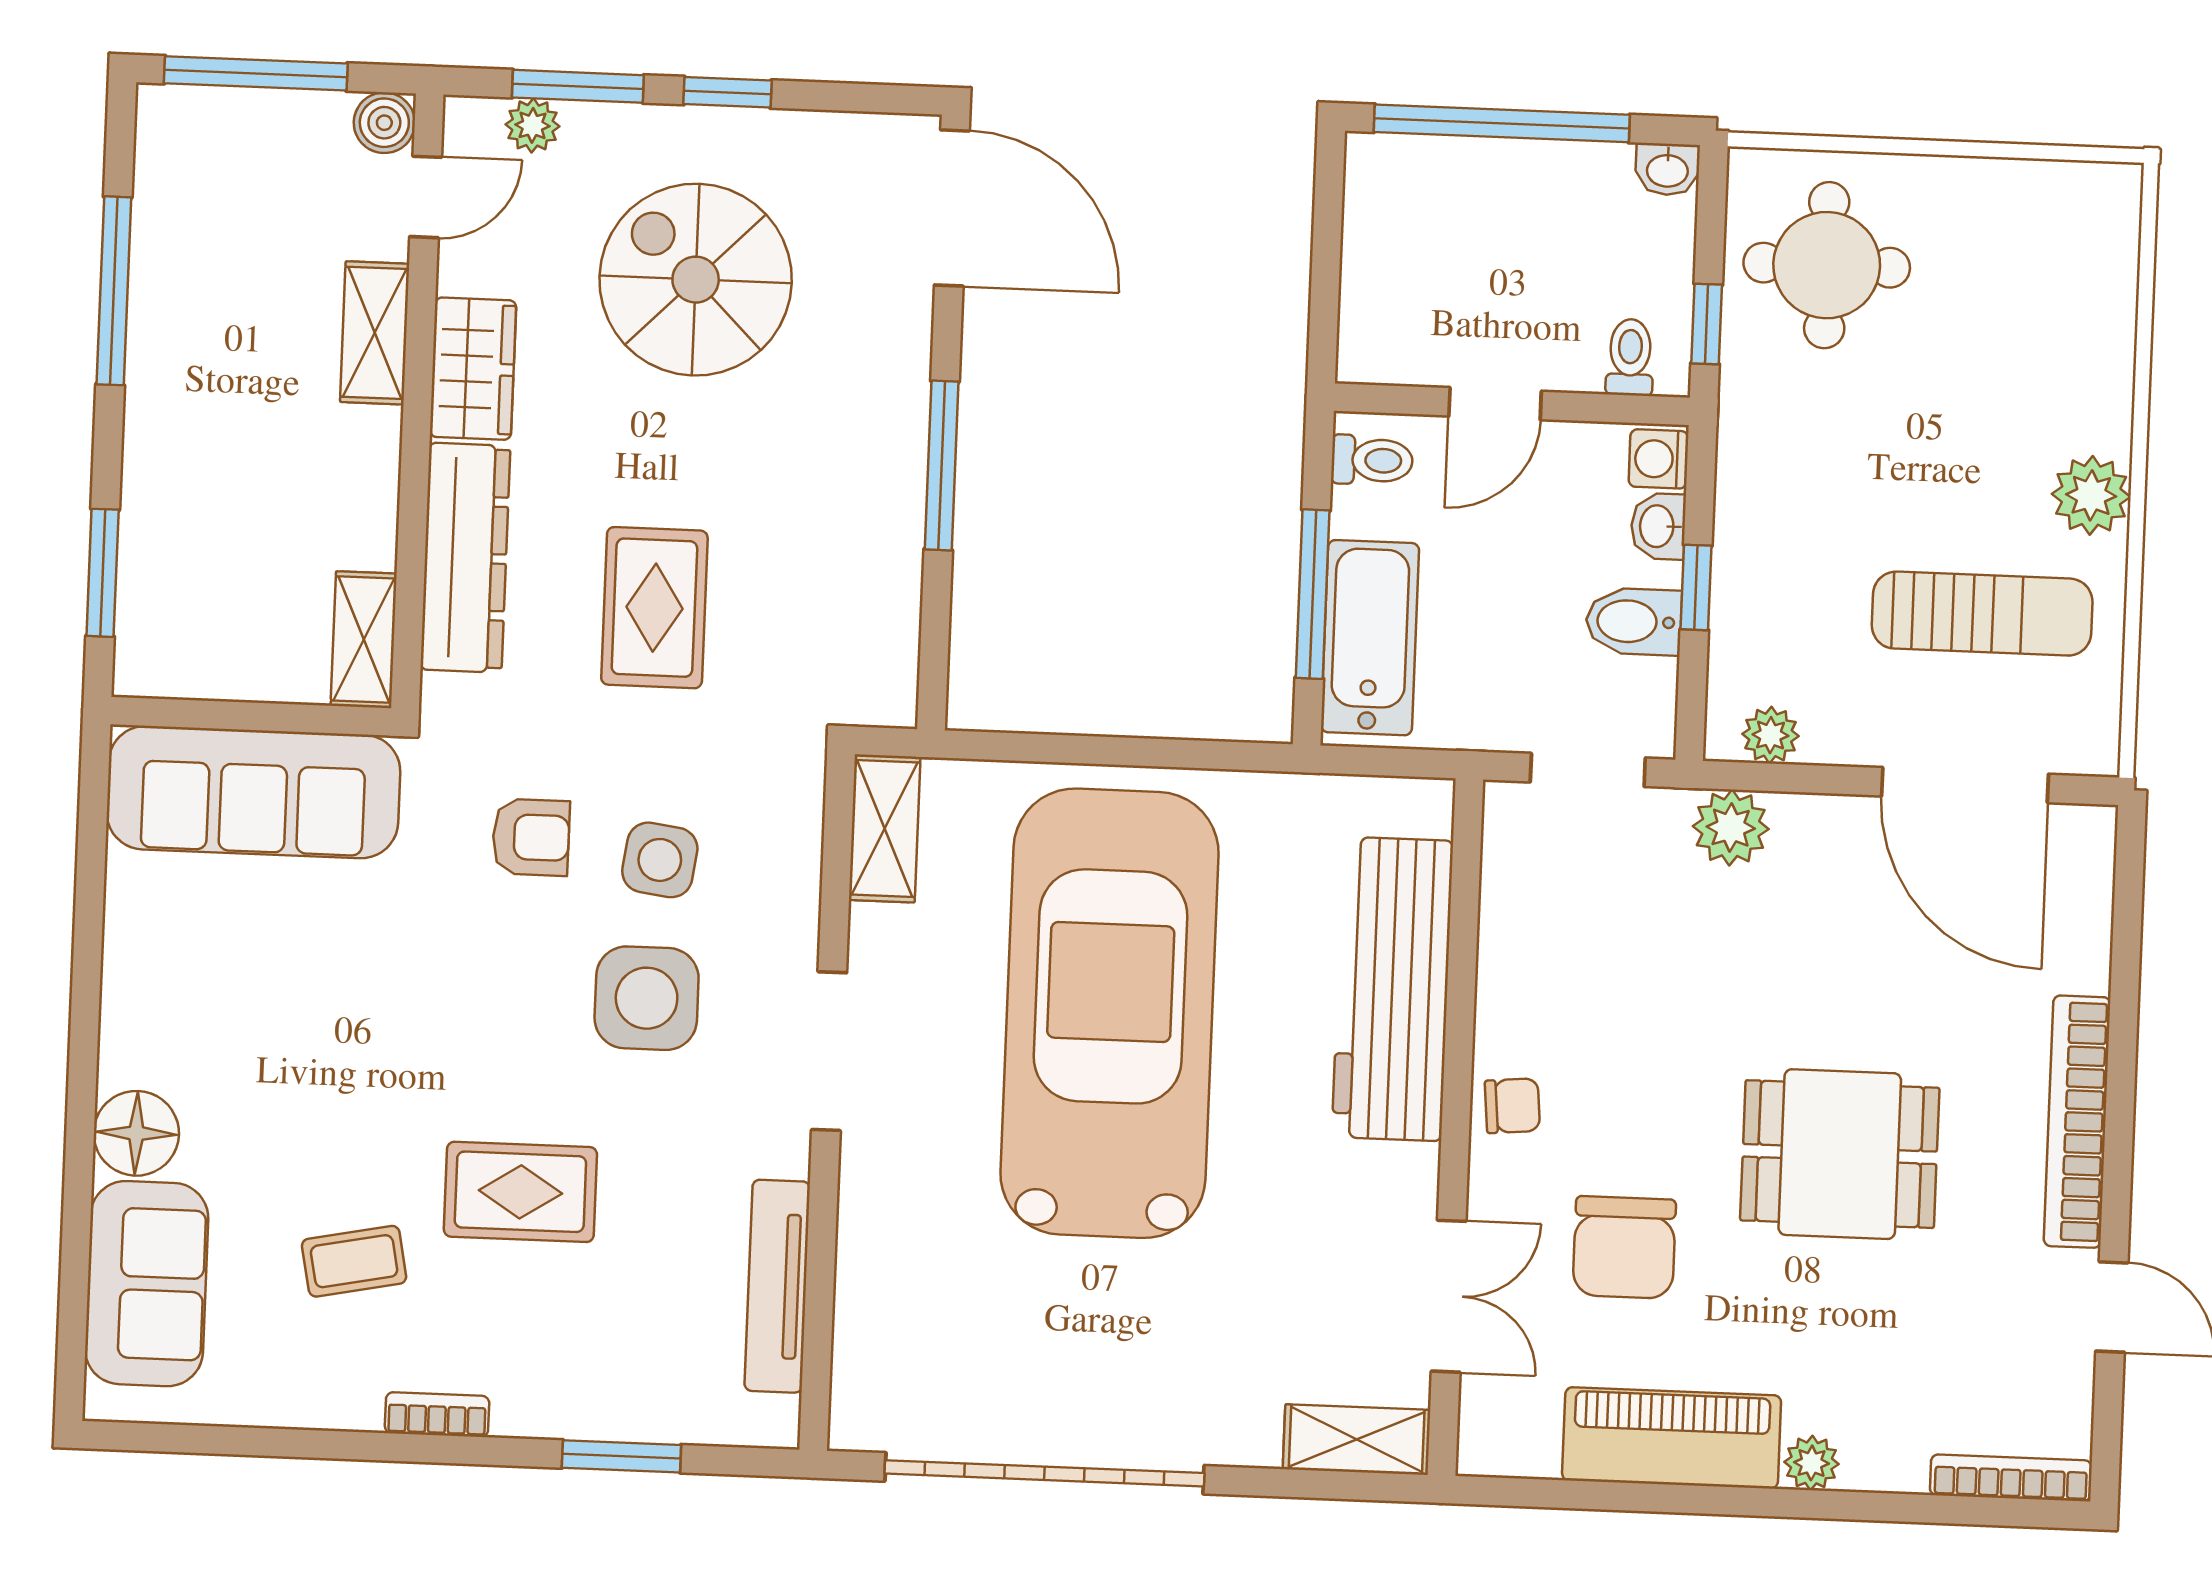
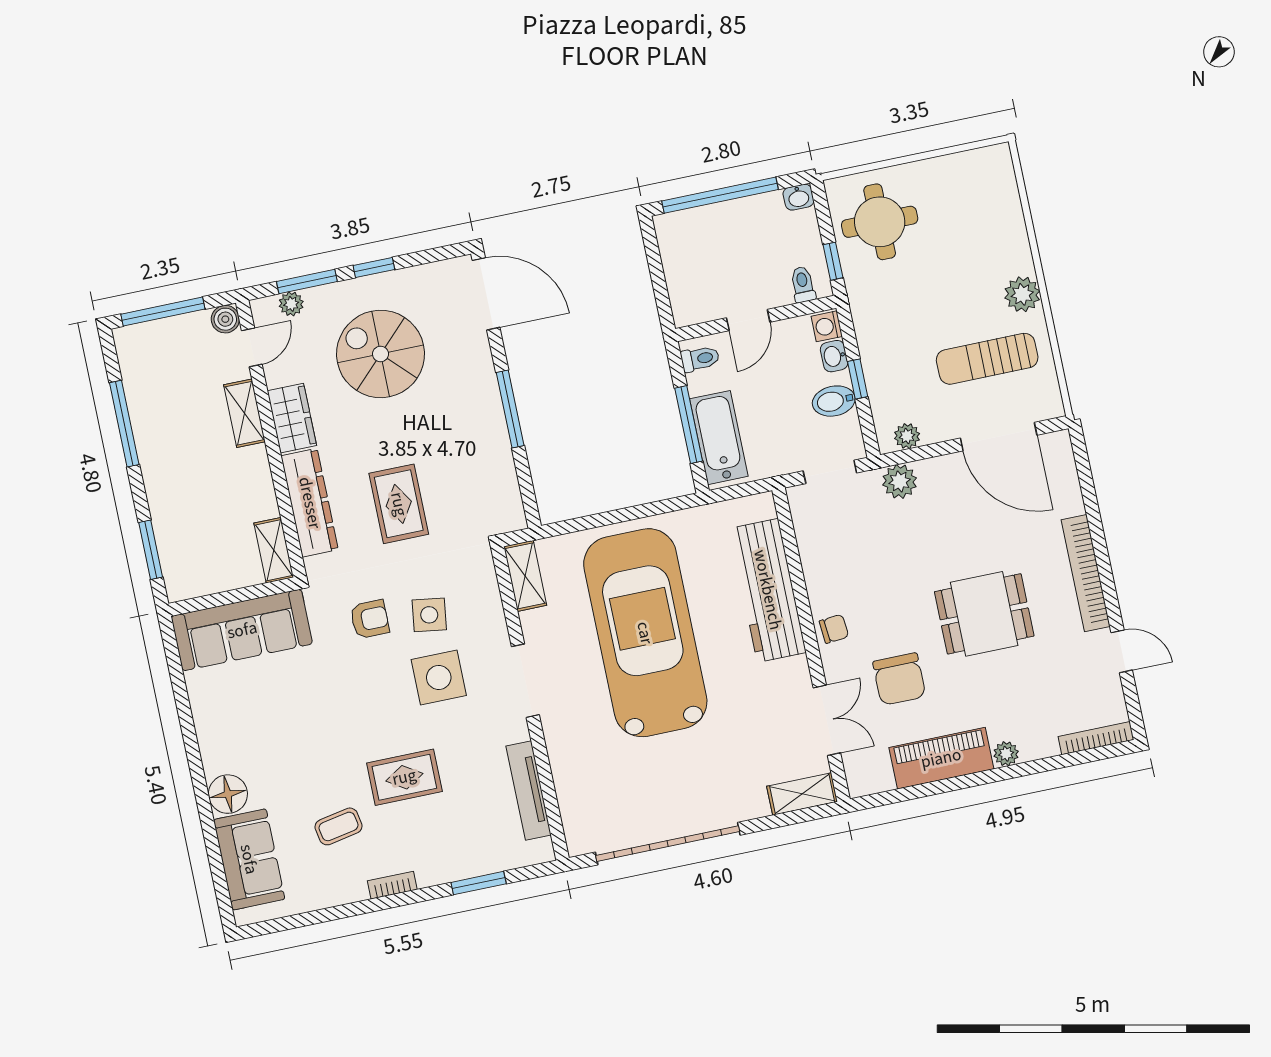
sun lounger: (1982, 614) -> (987, 359), turned 180

